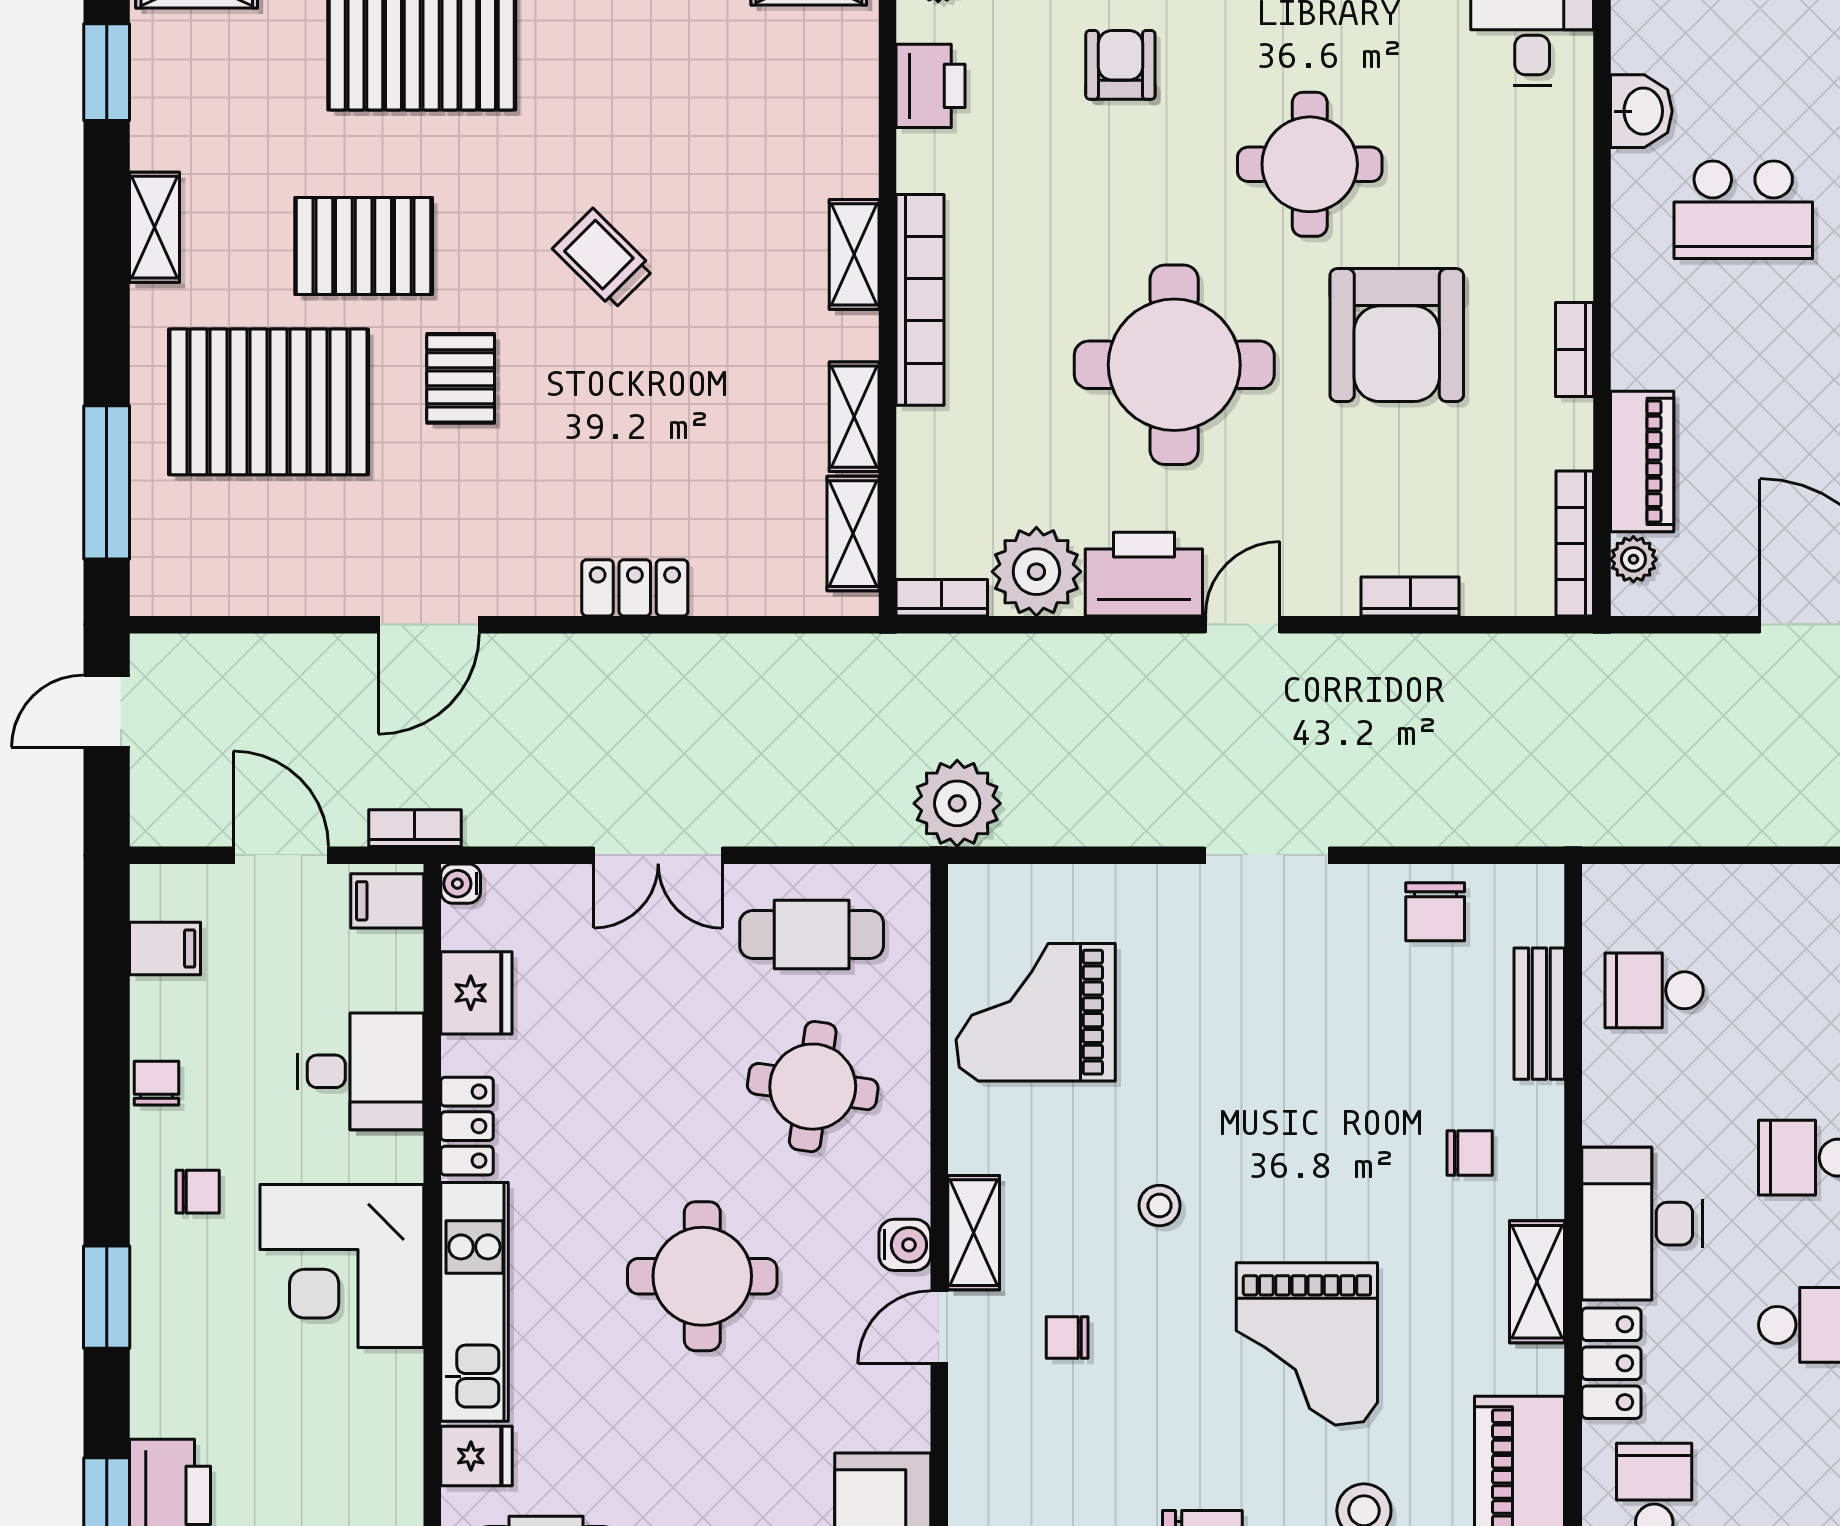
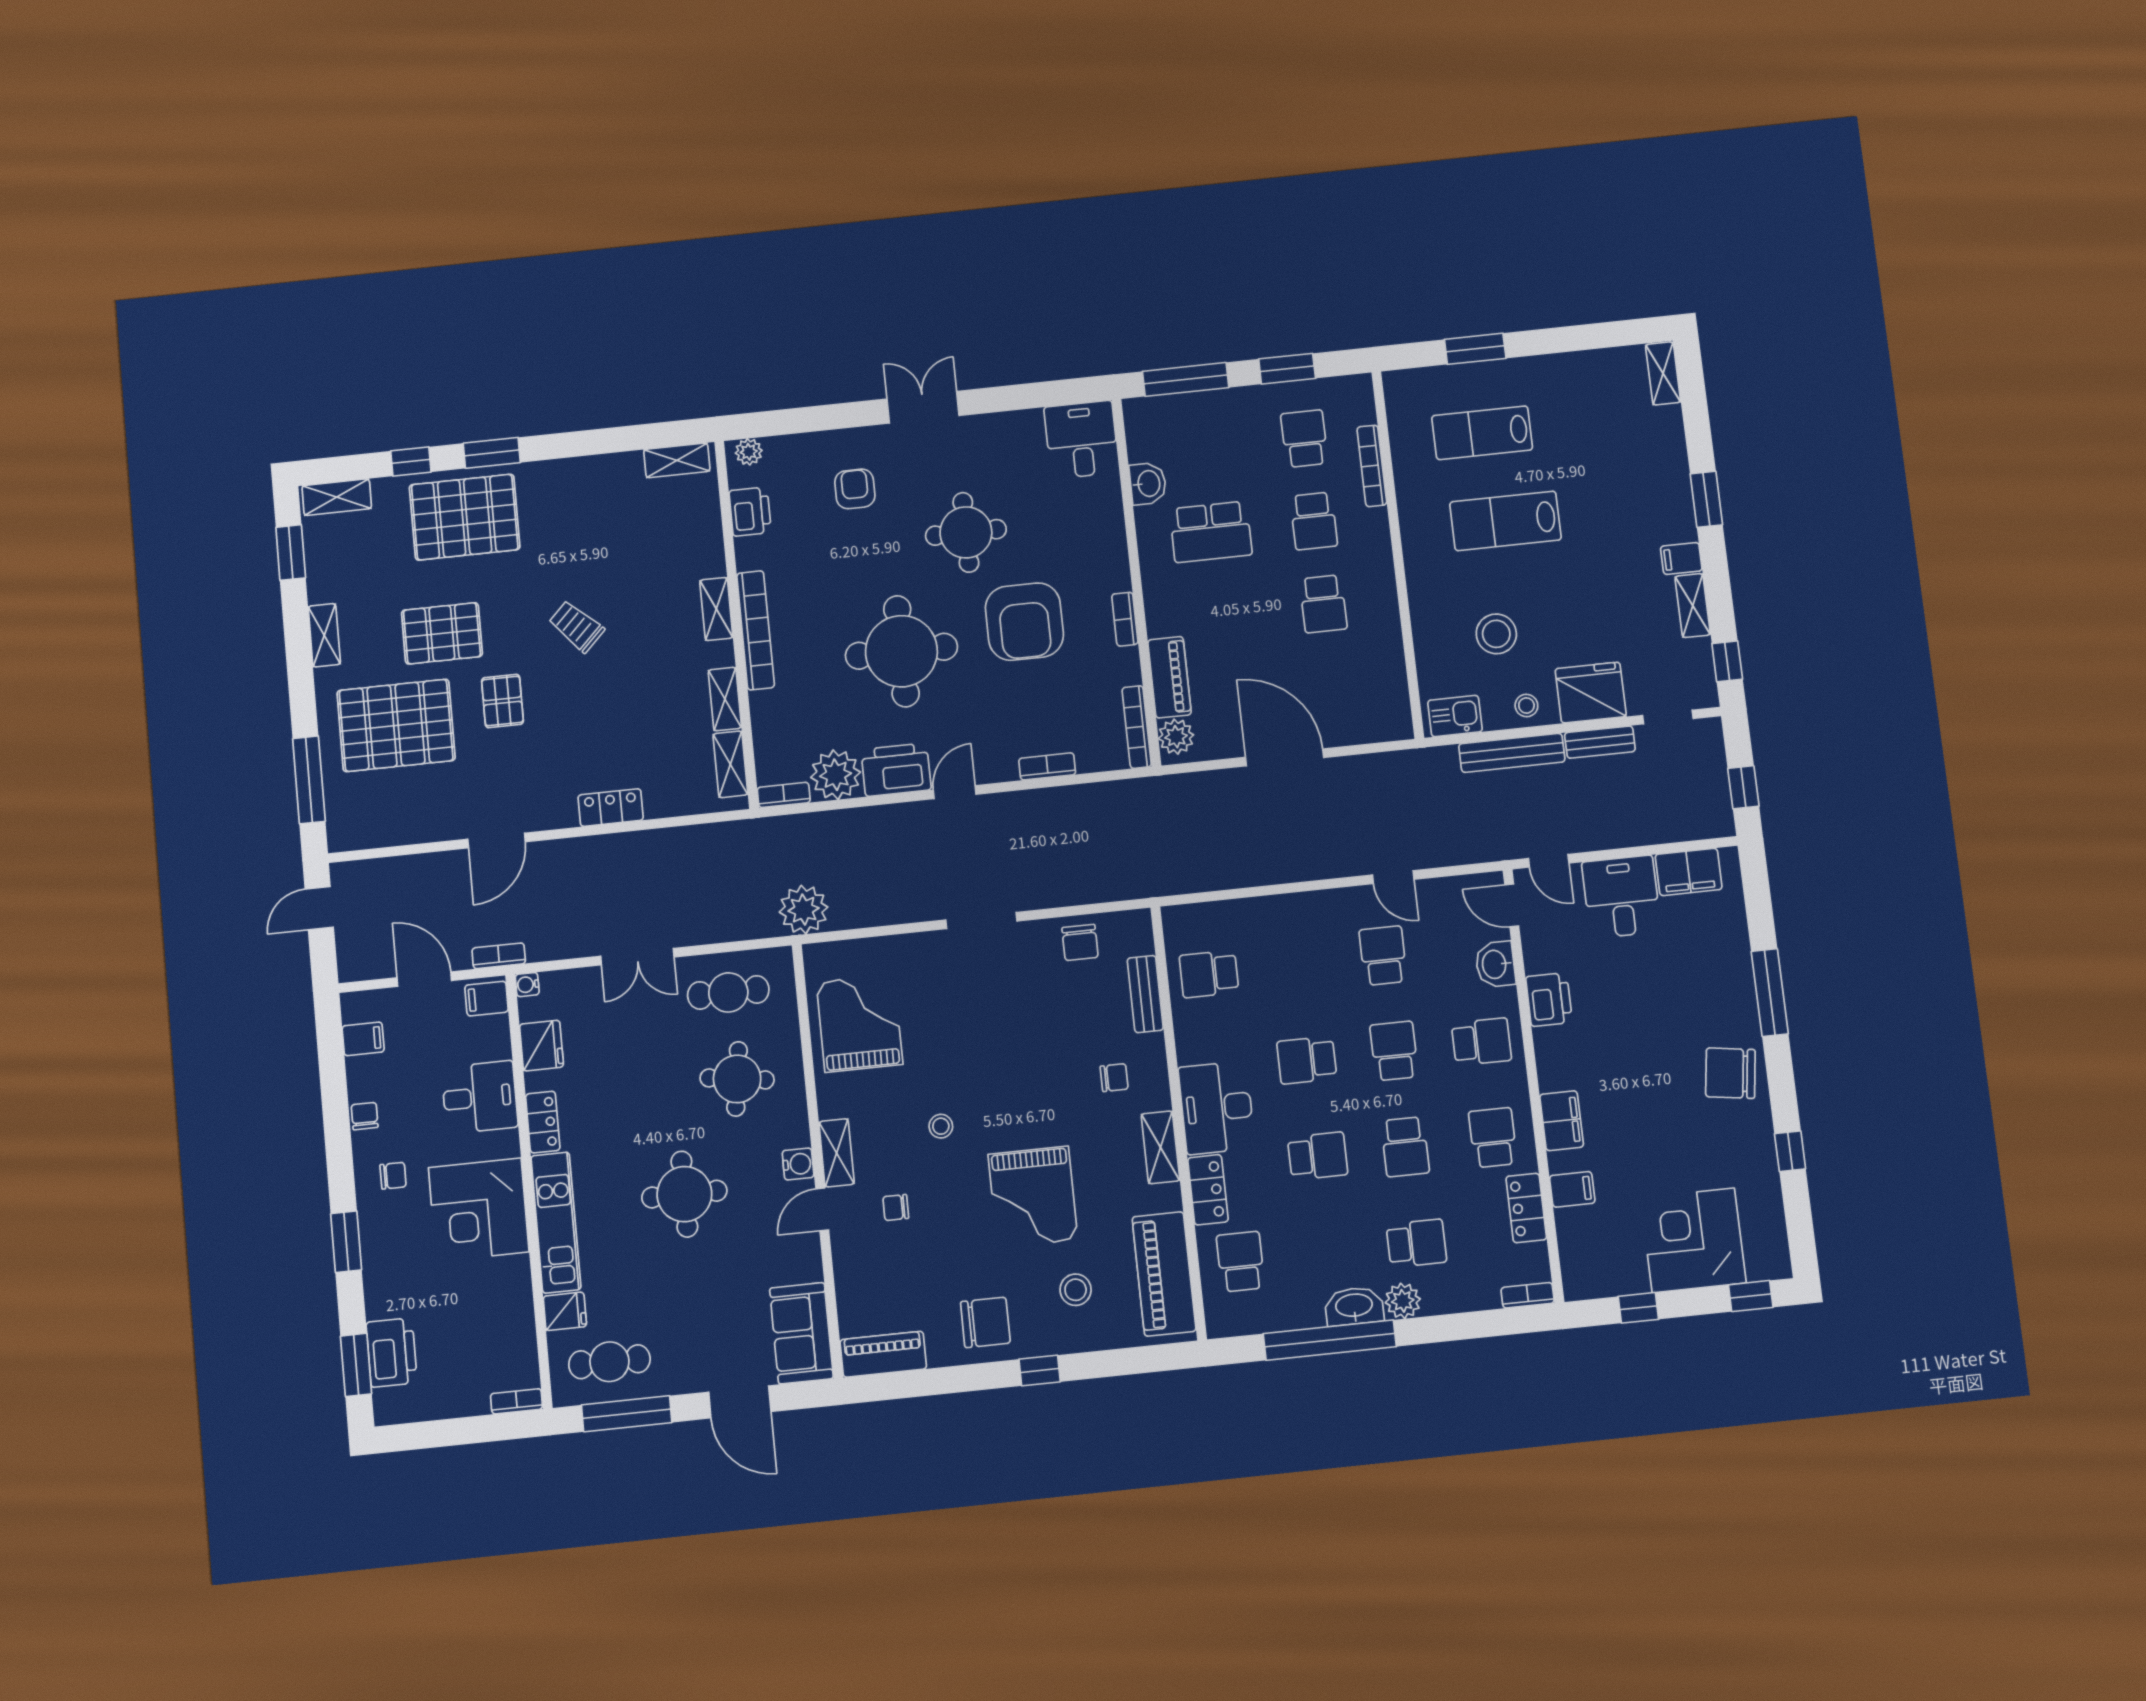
plant: (1633, 559) -> (1176, 737), width x1.38, depth x1.38
grand piano: (1036, 1012) -> (859, 1023), turned 90

